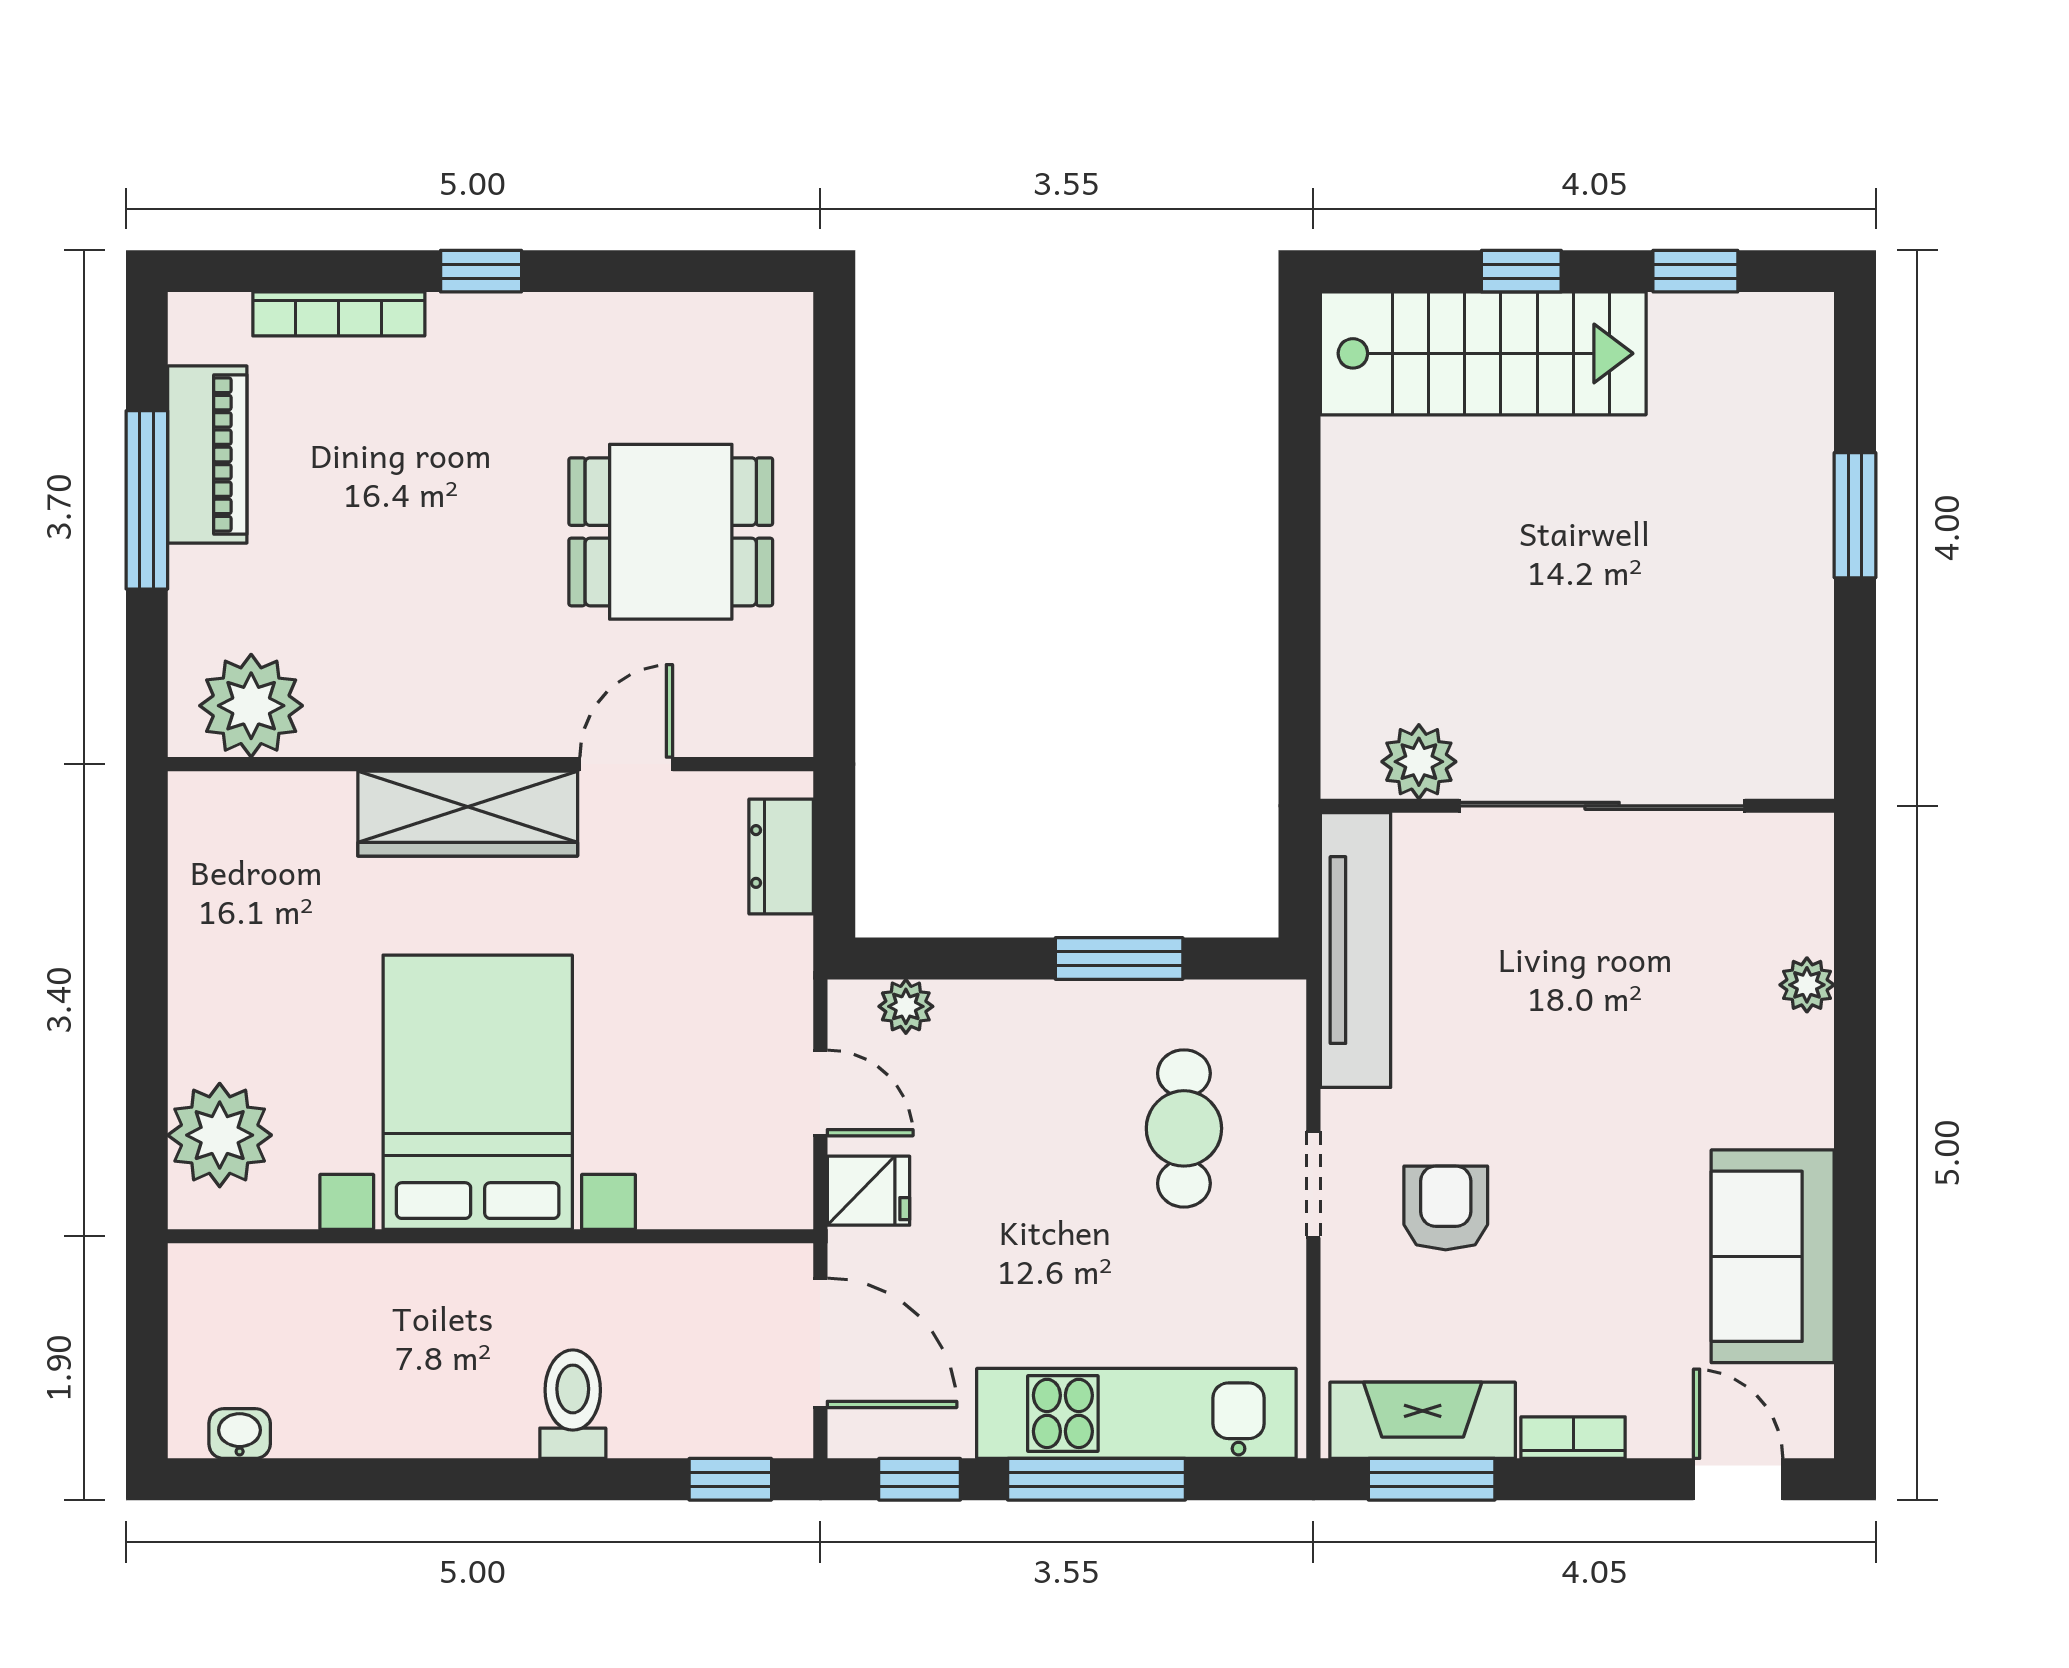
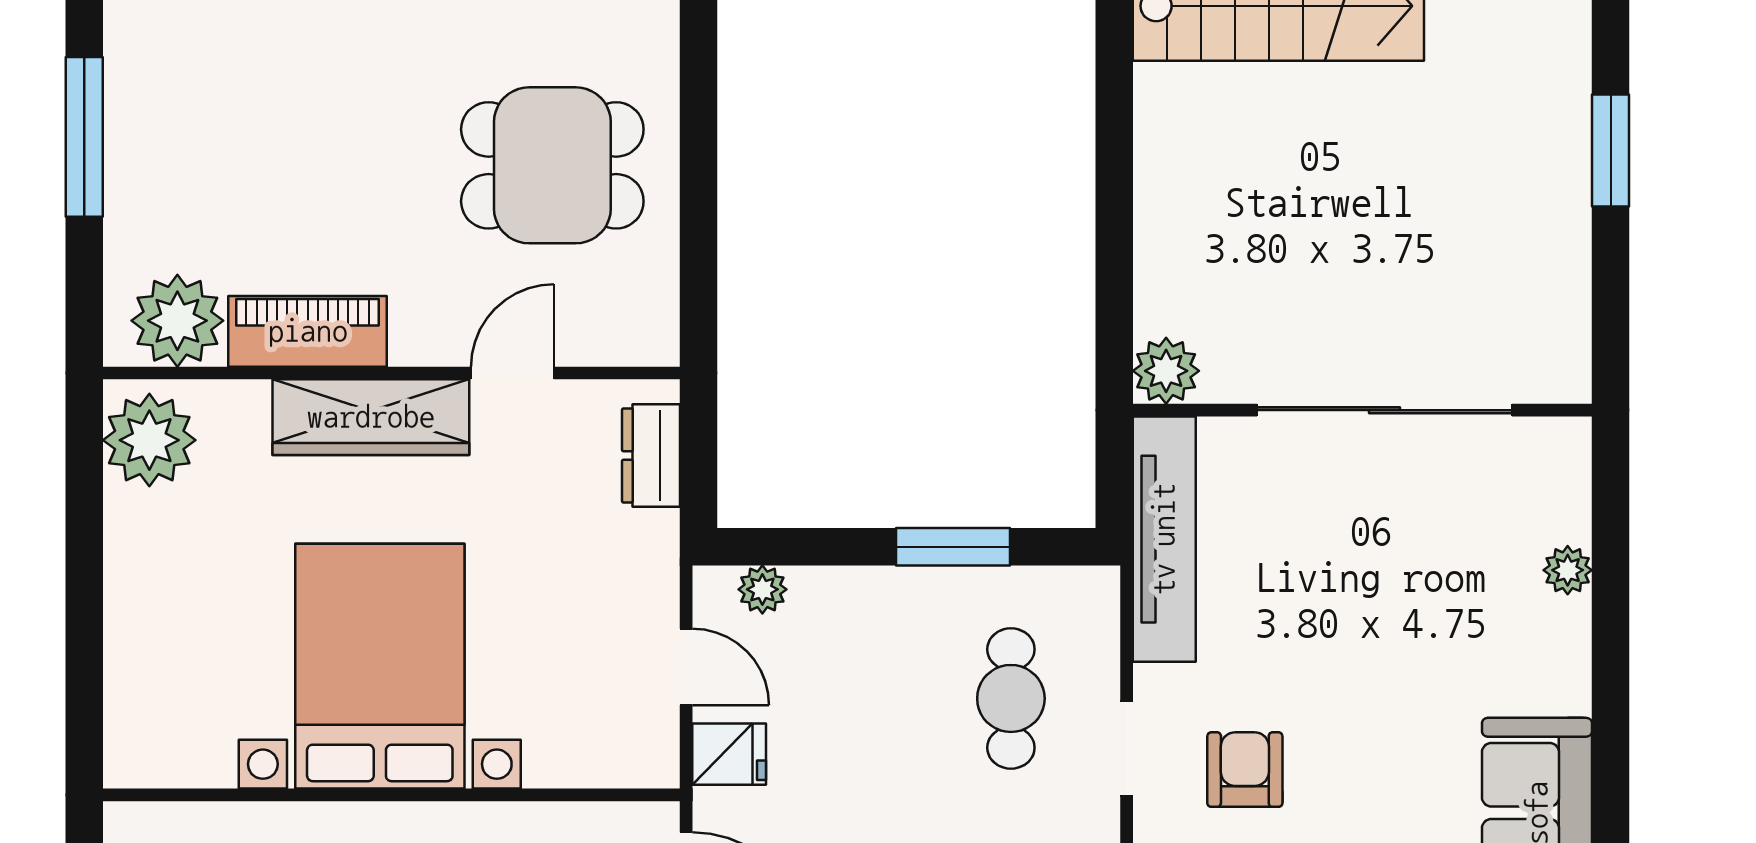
piano: (207, 455) -> (308, 331), moved, turned -90
plant: (1419, 762) -> (1166, 371), moved
plant: (220, 1135) -> (149, 440), moved

